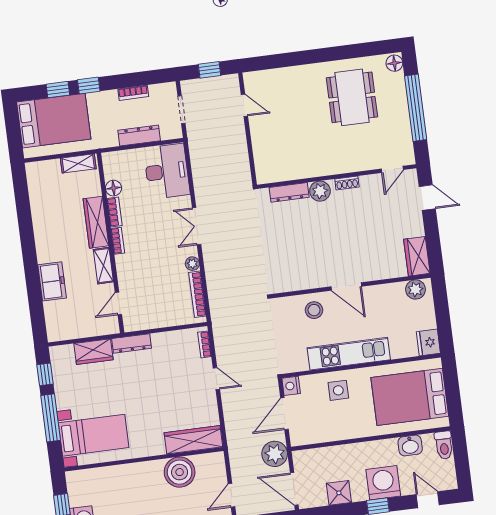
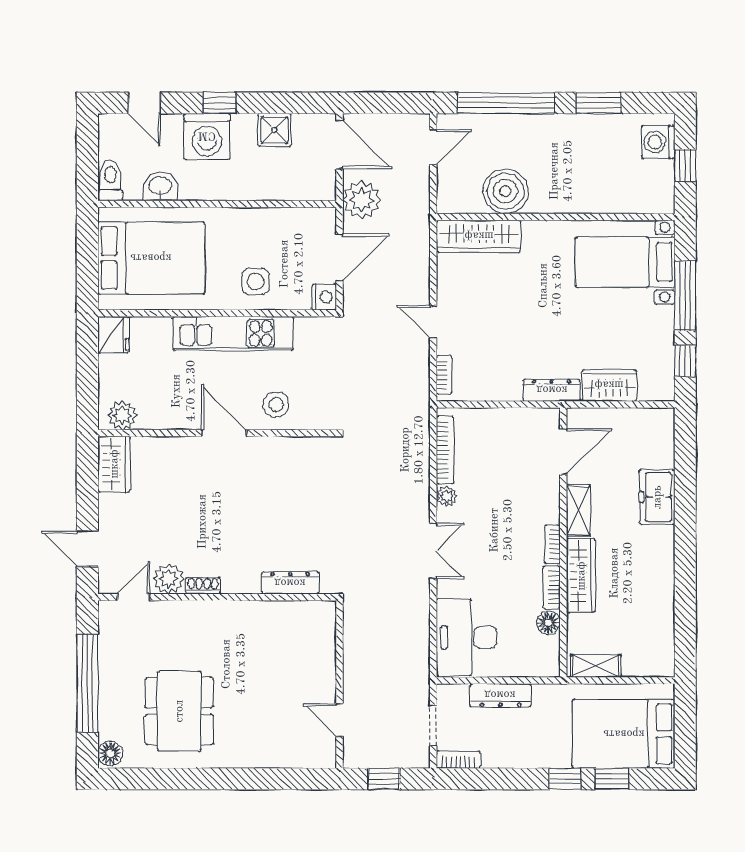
bookcase: (133, 93) -> (458, 760), moved
plant: (320, 191) -> (169, 579), moved
door: (118, 303) -> (563, 452), width x1.38

